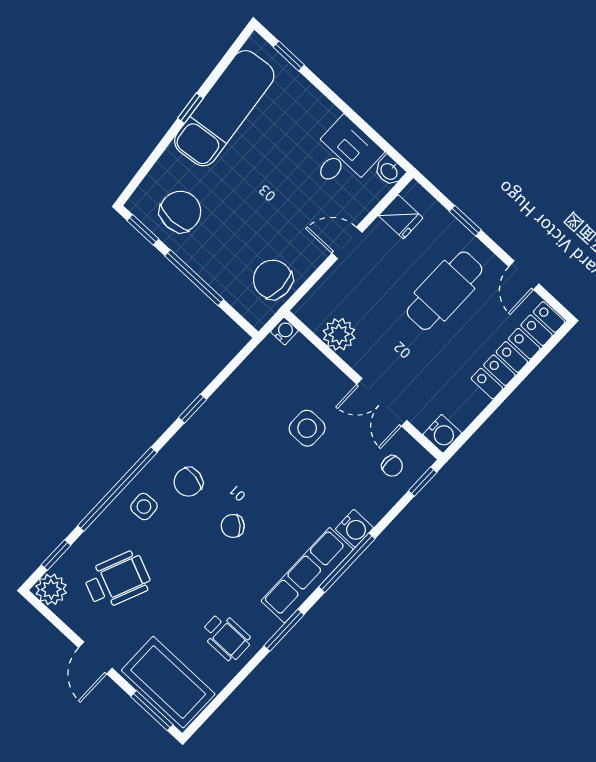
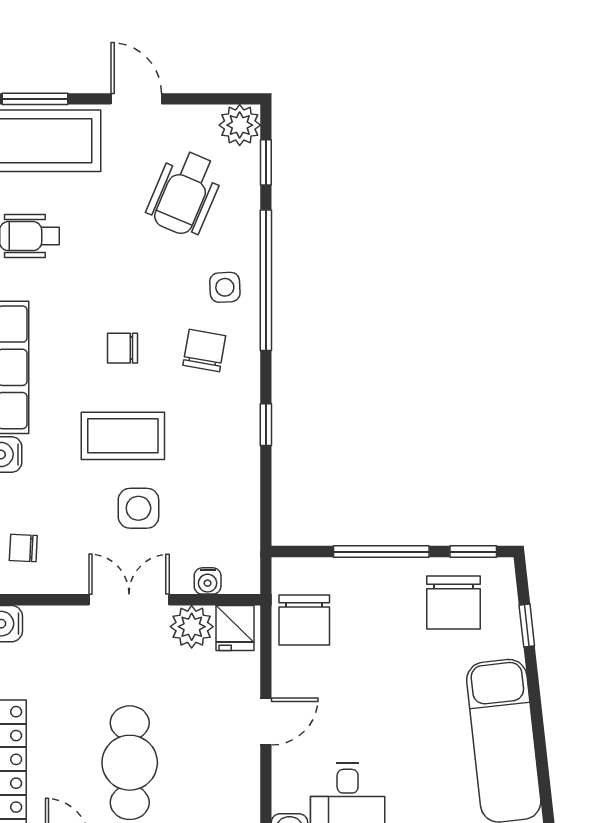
window: (190, 108) -> (527, 626), moved
fridge: (401, 217) -> (235, 628), moved, turned -90
chair: (273, 279) -> (304, 620), turned 90
water cooler: (284, 331) -> (208, 581), moved
double door: (382, 402) -> (129, 600), moved
coffee table: (278, 477) -> (123, 436), added
chair: (233, 526) -> (122, 348), turned -133

